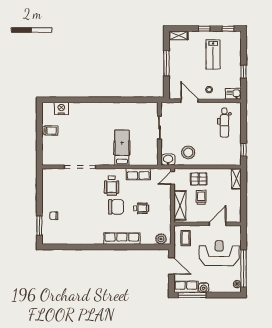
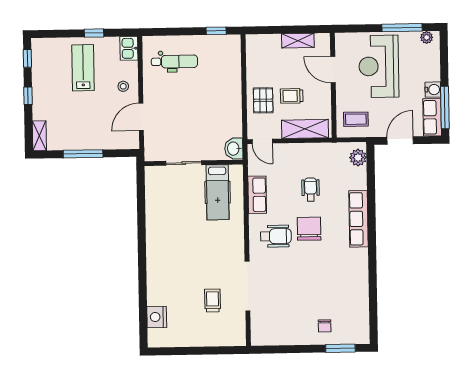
lab bench: (213, 54) -> (83, 68), moved, turned -90
trolley: (50, 131) -> (213, 300), moved
hospital bed: (122, 148) -> (218, 192), moved, turned -90
stool: (188, 152) -> (222, 117), removed
shelving: (236, 179) -> (298, 41), moved
window: (244, 269) -> (402, 28), width x0.68

